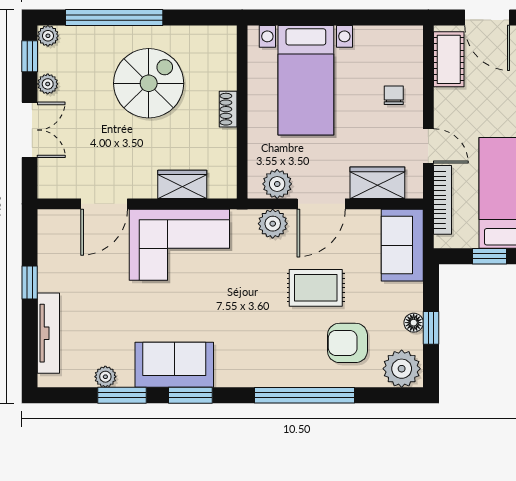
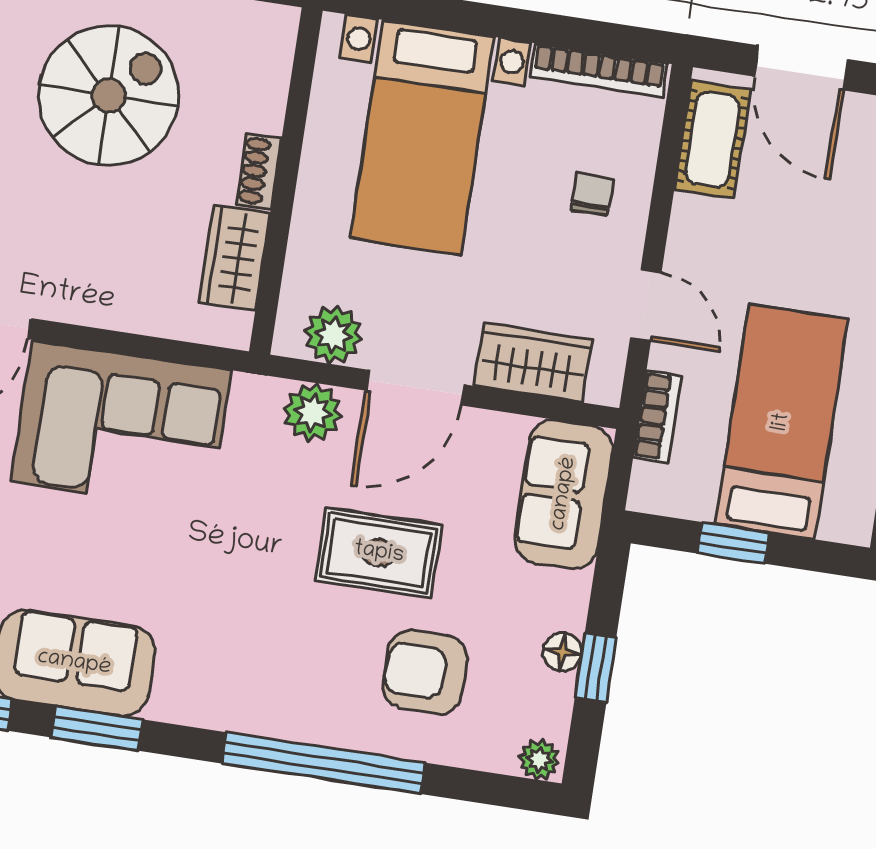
bookcase: (388, 34) -> (599, 70), added
wardrobe: (182, 184) -> (235, 258), moved, turned -90
bookcase: (443, 200) -> (657, 417), width x0.64
plant: (402, 369) -> (539, 760), width x0.53, depth x0.53

